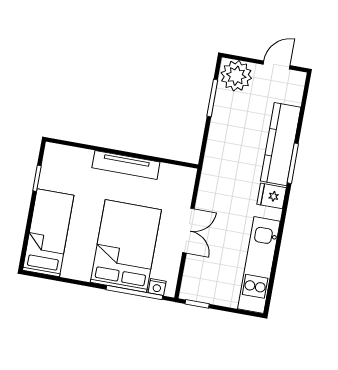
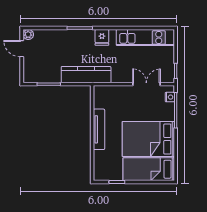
plant: (236, 76) -> (28, 34), moved, width x0.53, depth x0.53
kitchen counter: (281, 144) -> (86, 75), moved, turned 180
double door: (188, 231) -> (146, 84), moved
bed: (126, 246) -> (148, 139), moved

